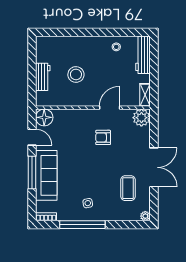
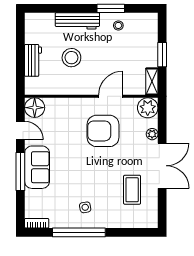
window: (110, 32) -> (111, 8), added
workbench: (143, 55) -> (77, 21), moved, turned -90
window: (154, 72) -> (162, 55), added
armchair: (103, 137) -> (103, 131), width x1.88, depth x1.88
sofa: (46, 175) -> (37, 167), width x0.73
plant: (145, 216) -> (152, 134), moved

